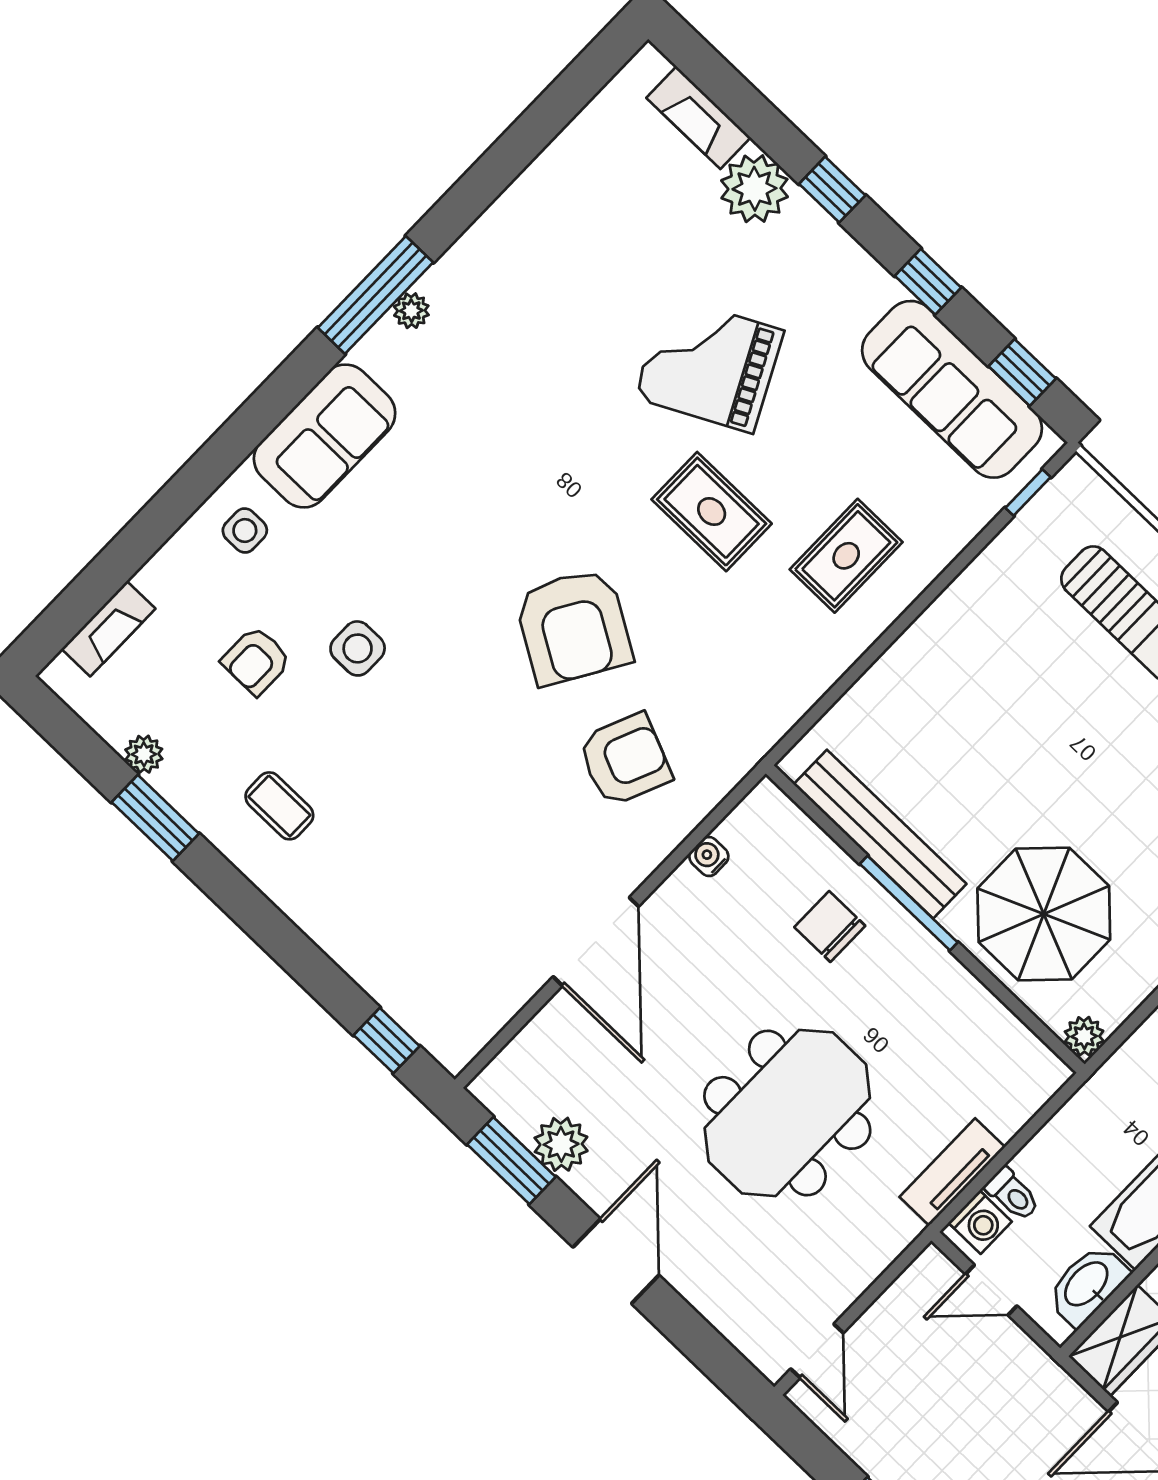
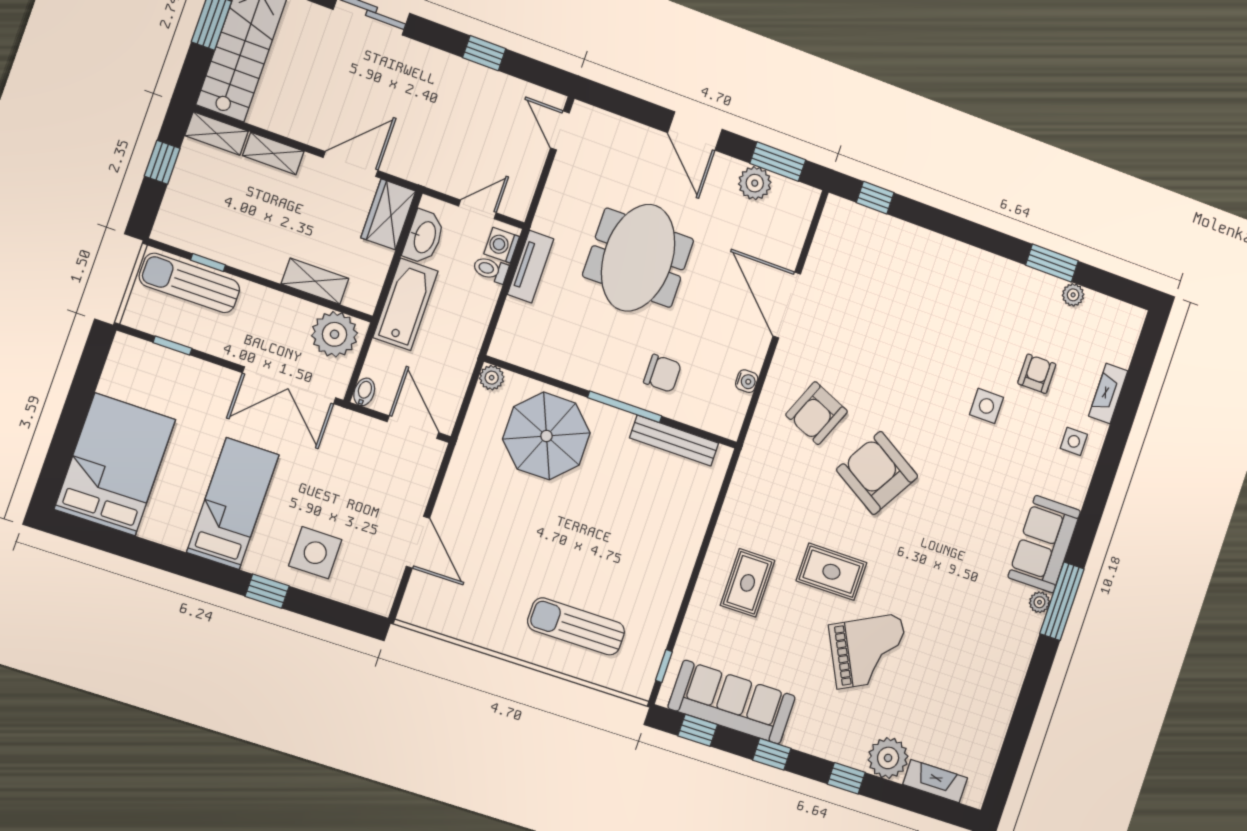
sofa: (325, 436) -> (1044, 544), moved
fireplace: (108, 629) -> (1108, 393), moved
coffee table: (279, 806) -> (990, 300), removed
bench: (880, 834) -> (674, 441), width x0.73, depth x0.82

